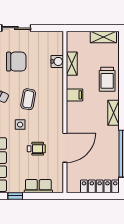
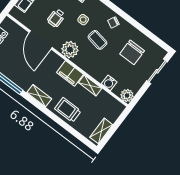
plant: (57, 38) -> (127, 95), added
shelving: (72, 64) -> (90, 85), moved
filing cabinet: (75, 95) -> (70, 73), width x2.00
plant: (54, 116) -> (70, 50), added

